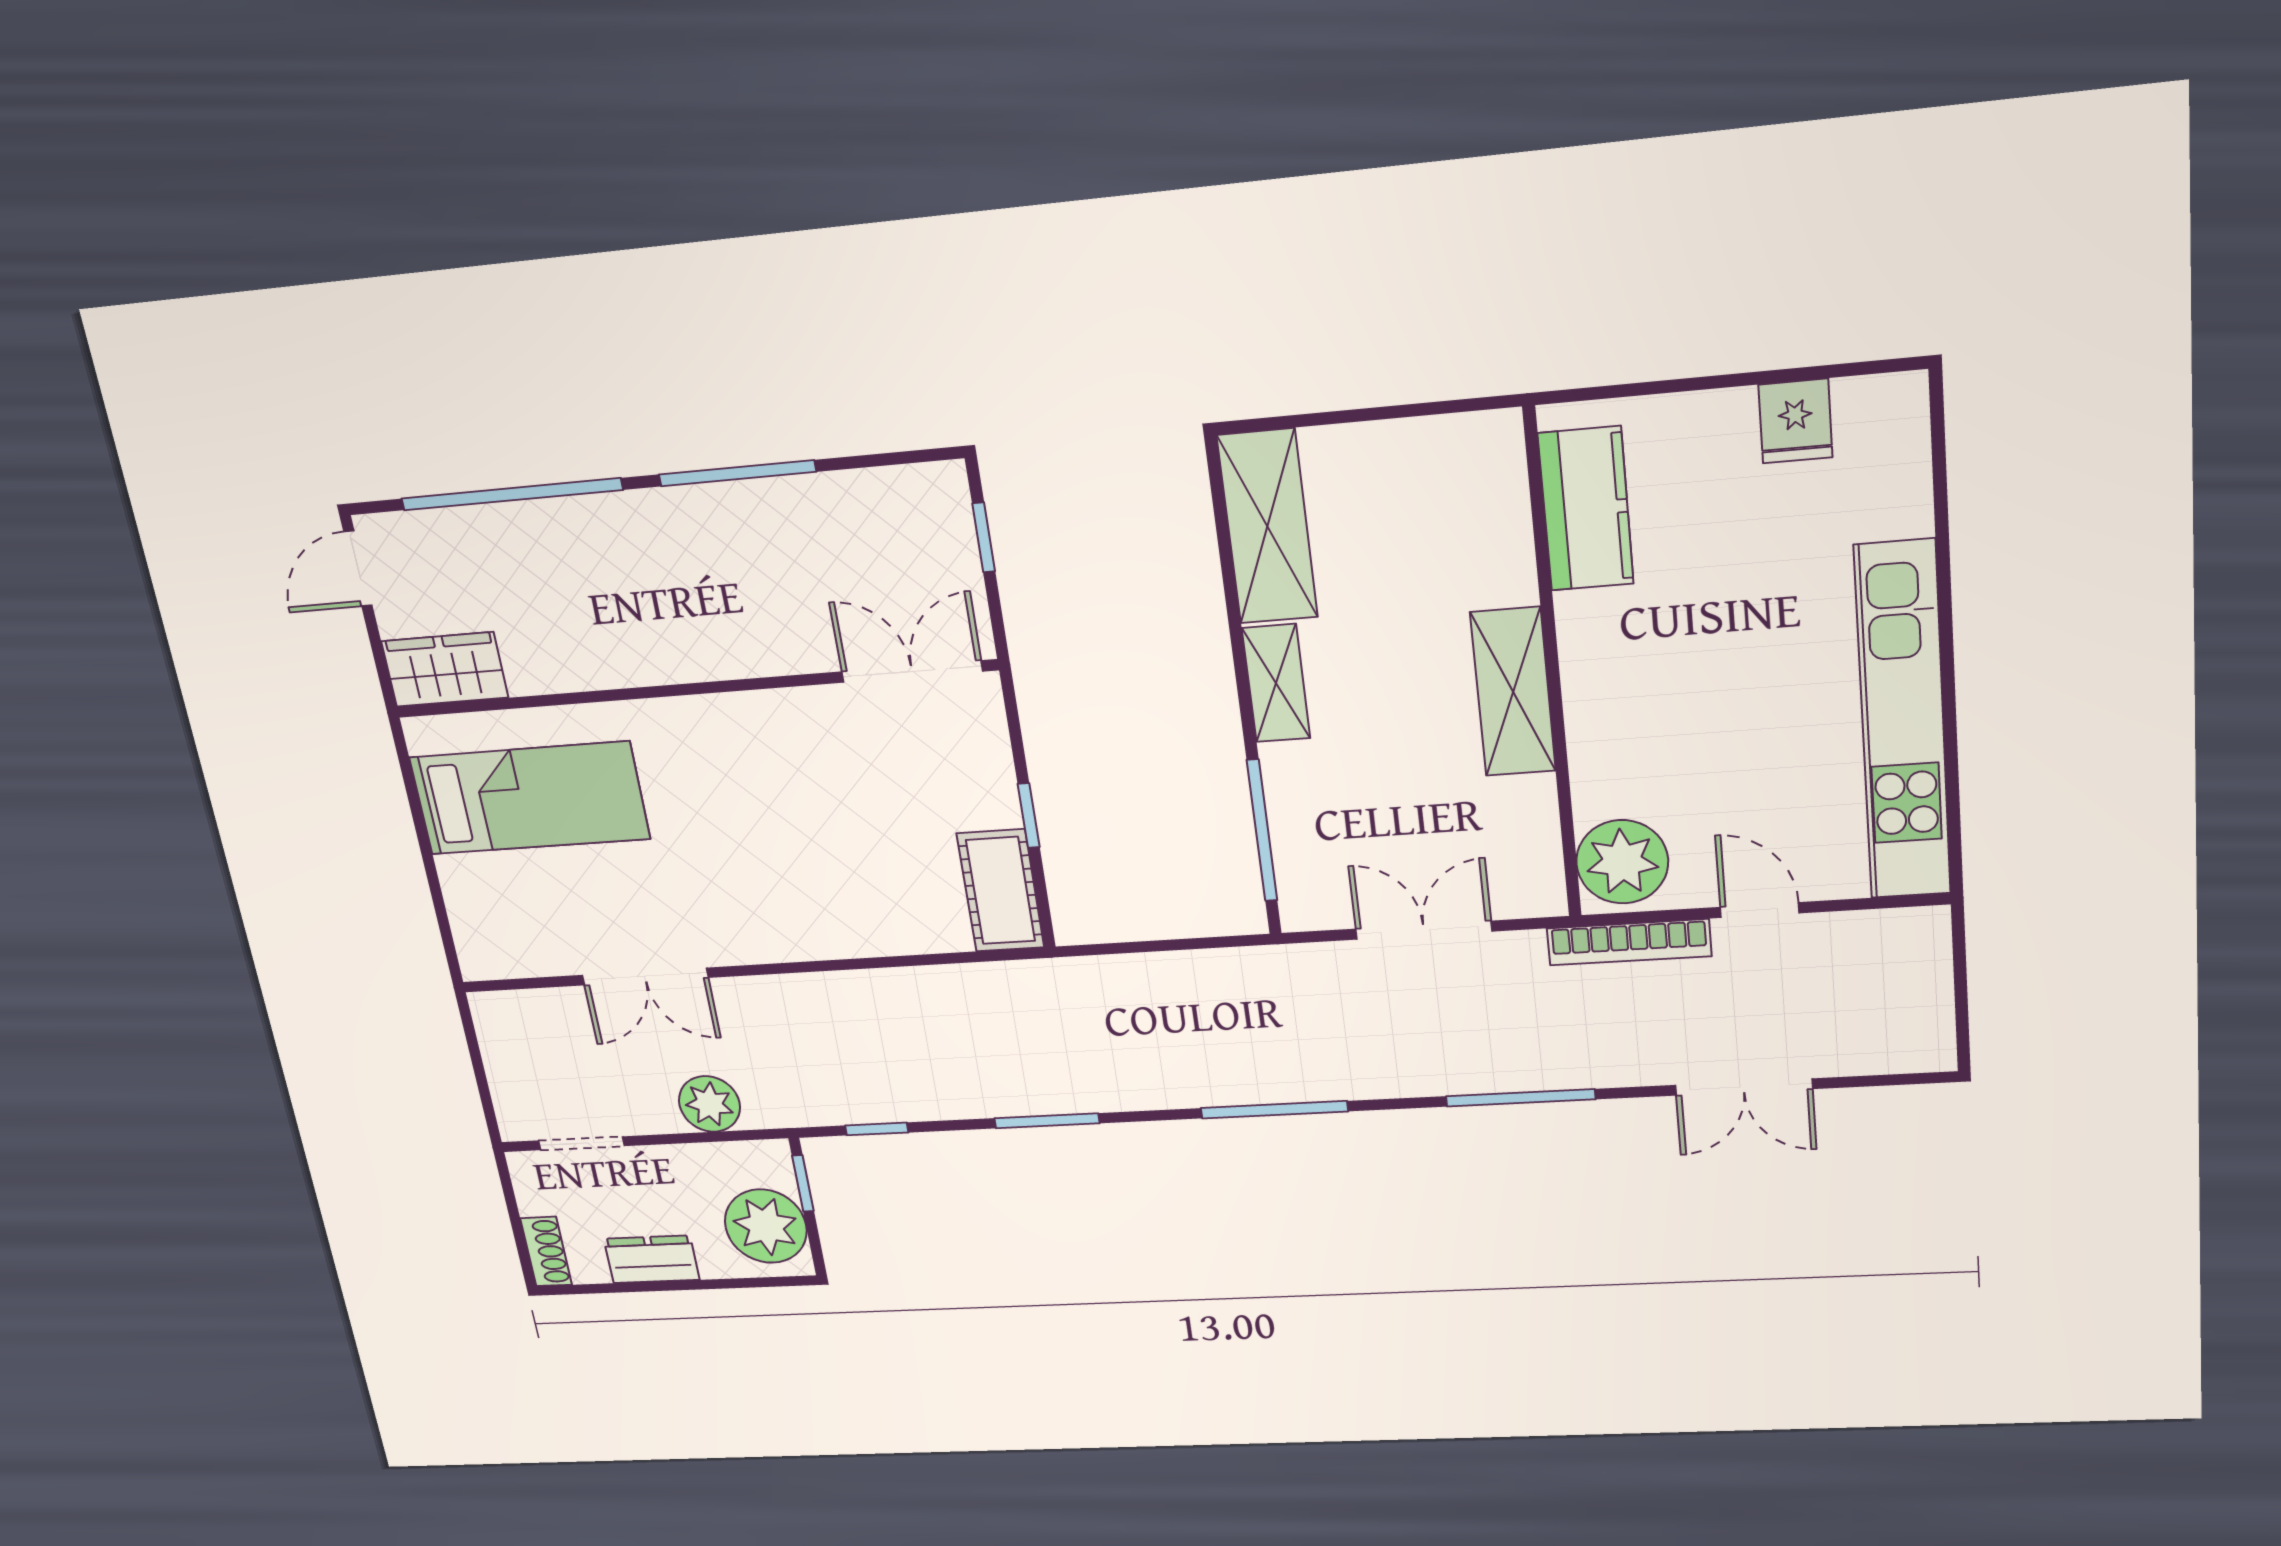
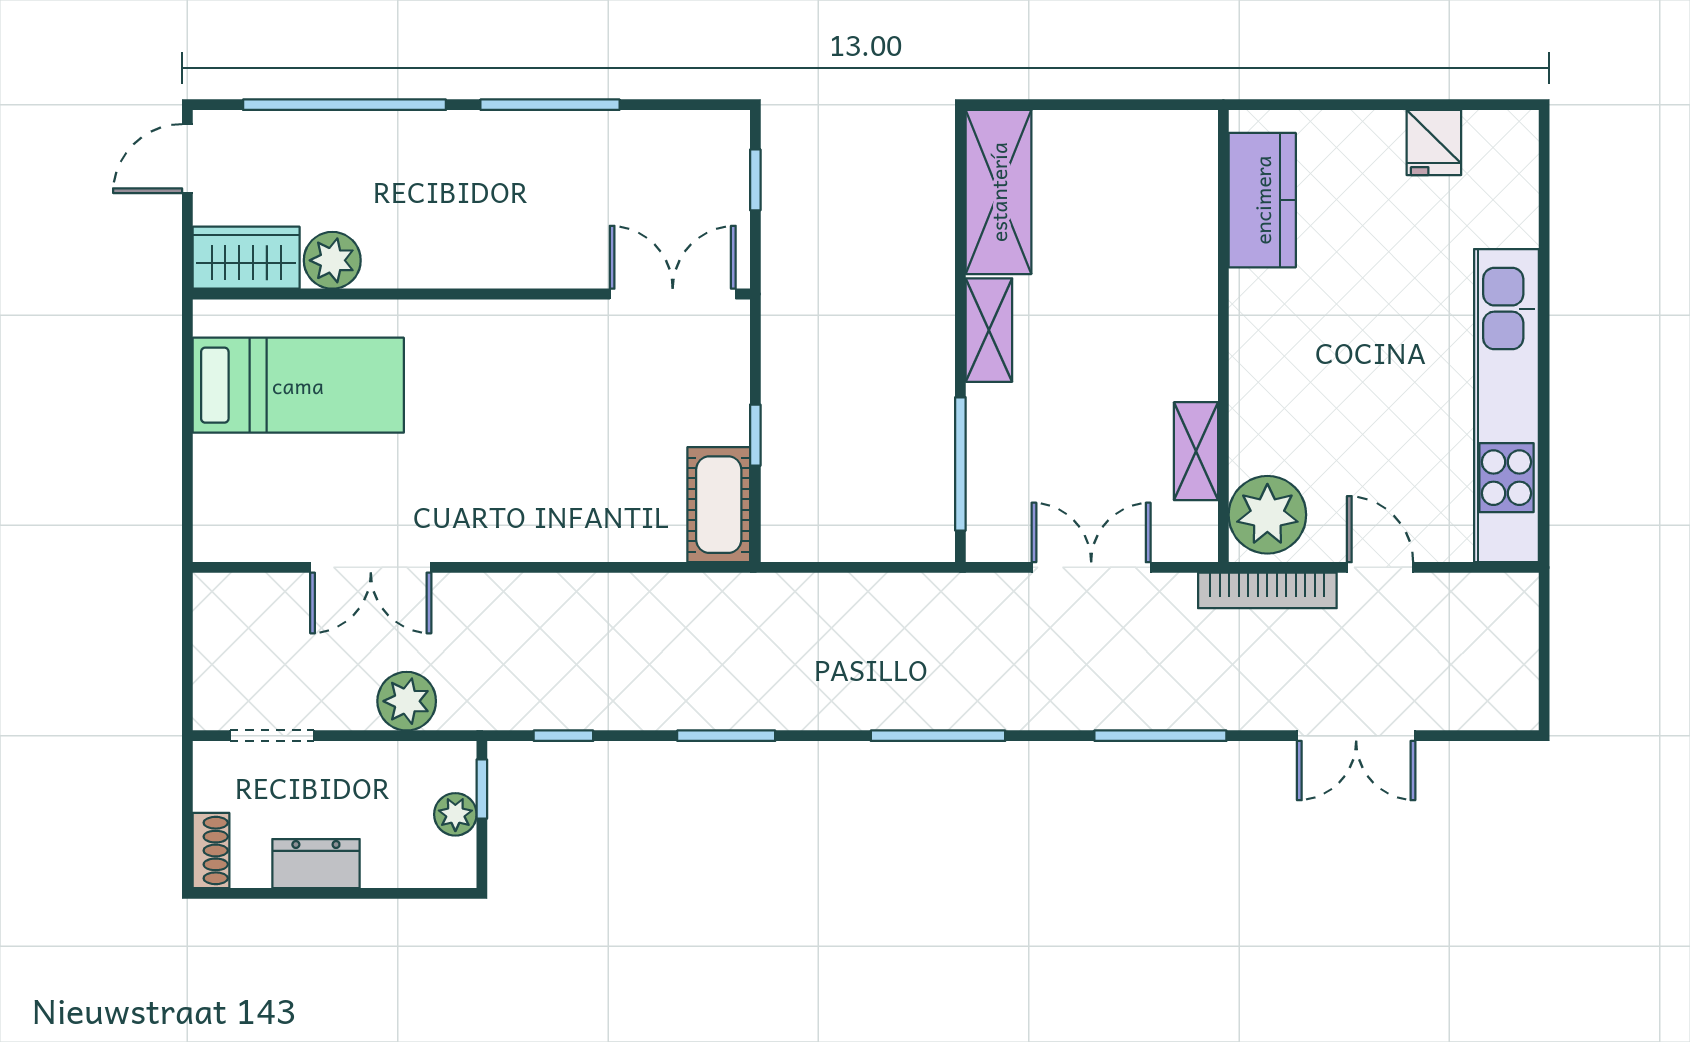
plant: (536, 665) -> (332, 260), added
shelving: (1513, 692) -> (1196, 451), moved, width x0.67, depth x0.75
plant: (766, 1226) -> (455, 814), width x0.53, depth x0.53

